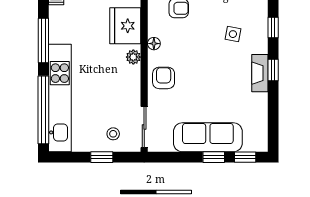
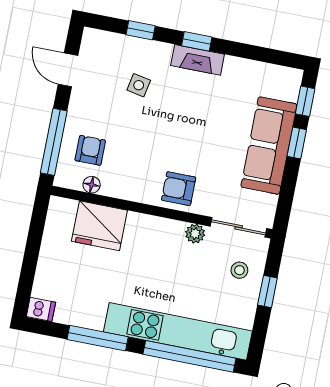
floor lamp: (154, 44) -> (92, 185), moved
plant: (133, 57) -> (195, 234), moved

